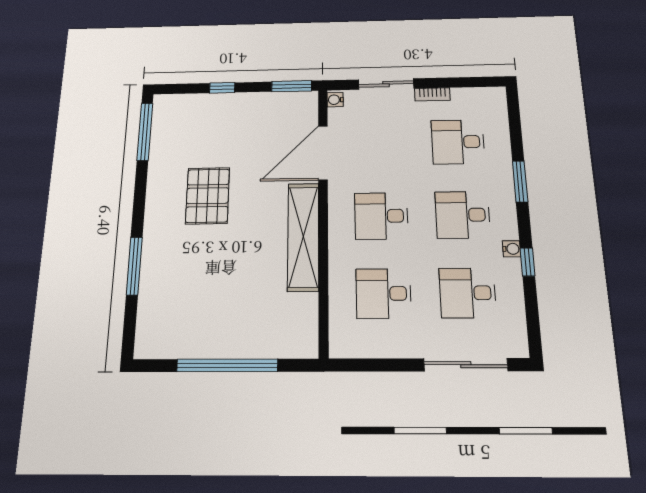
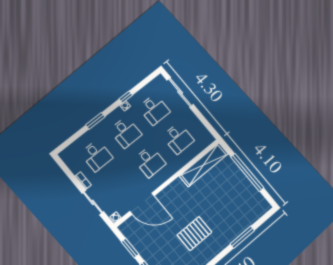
window: (292, 86) -> (130, 248), moved
shelving: (303, 237) -> (204, 165), moved

